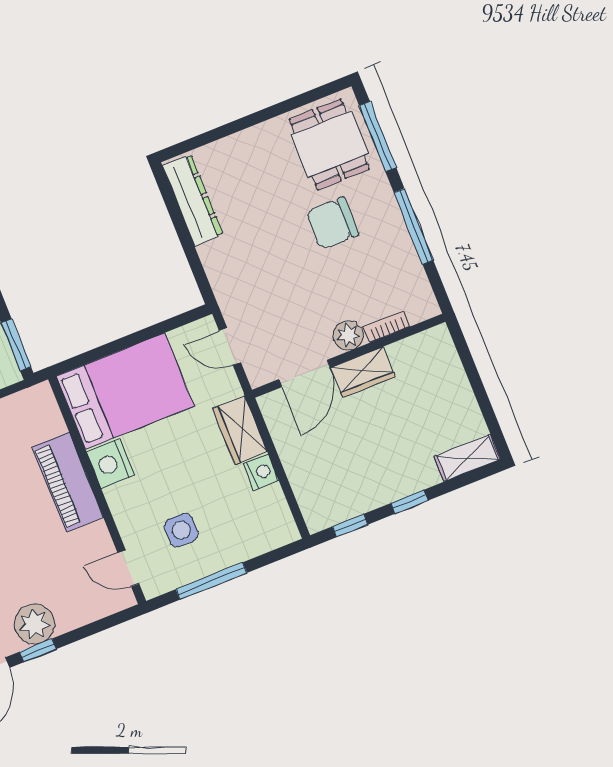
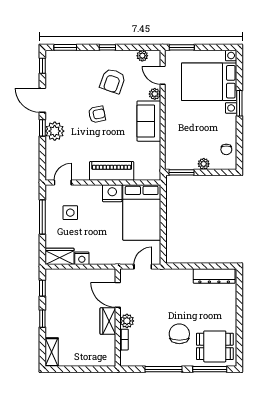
wardrobe: (240, 430) -> (59, 256), moved

